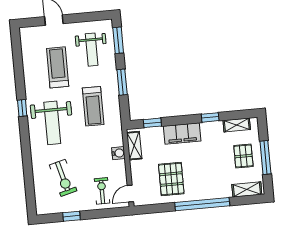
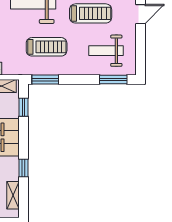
window: (122, 82) -> (45, 79), moved
treadmill: (93, 106) -> (47, 47), turned 180

